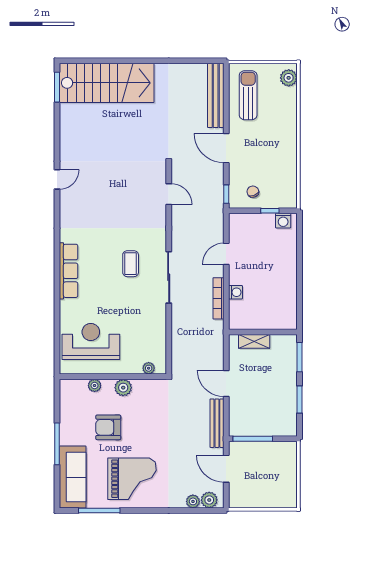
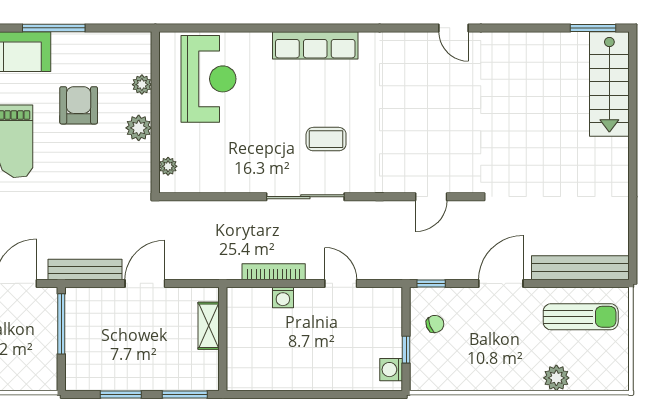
plant: (289, 78) -> (556, 378), moved
stairs: (107, 83) -> (609, 84), width x0.73, depth x0.66

